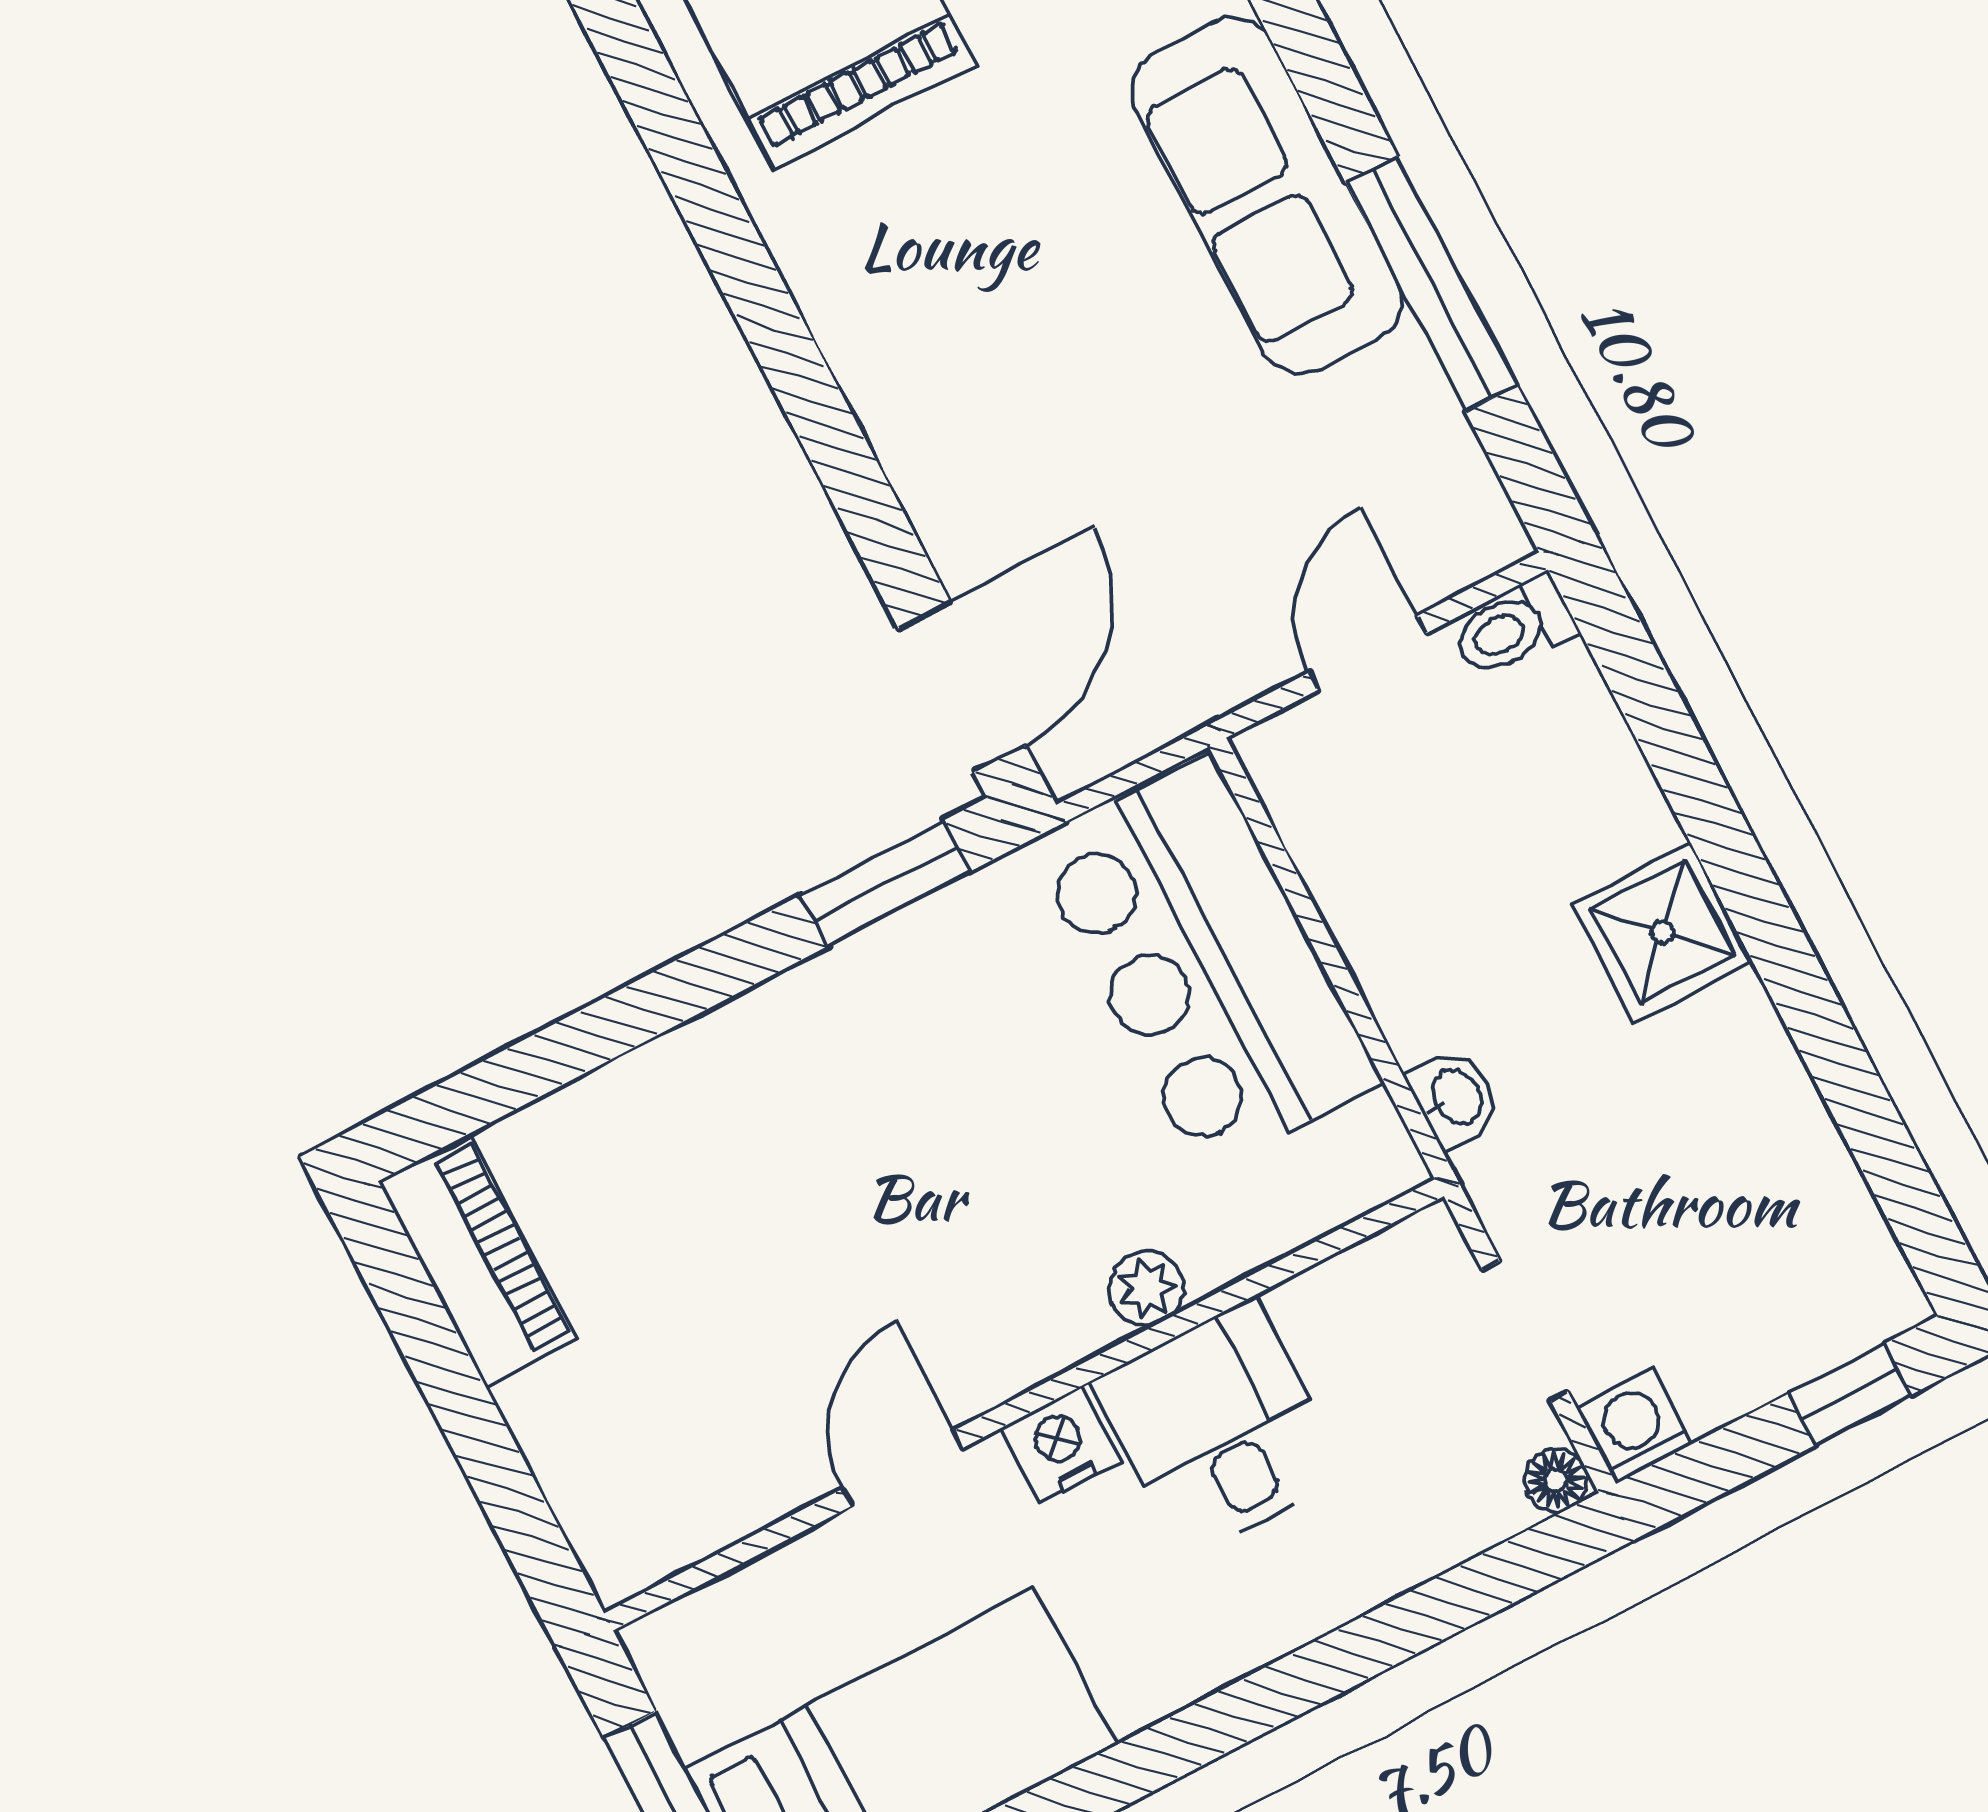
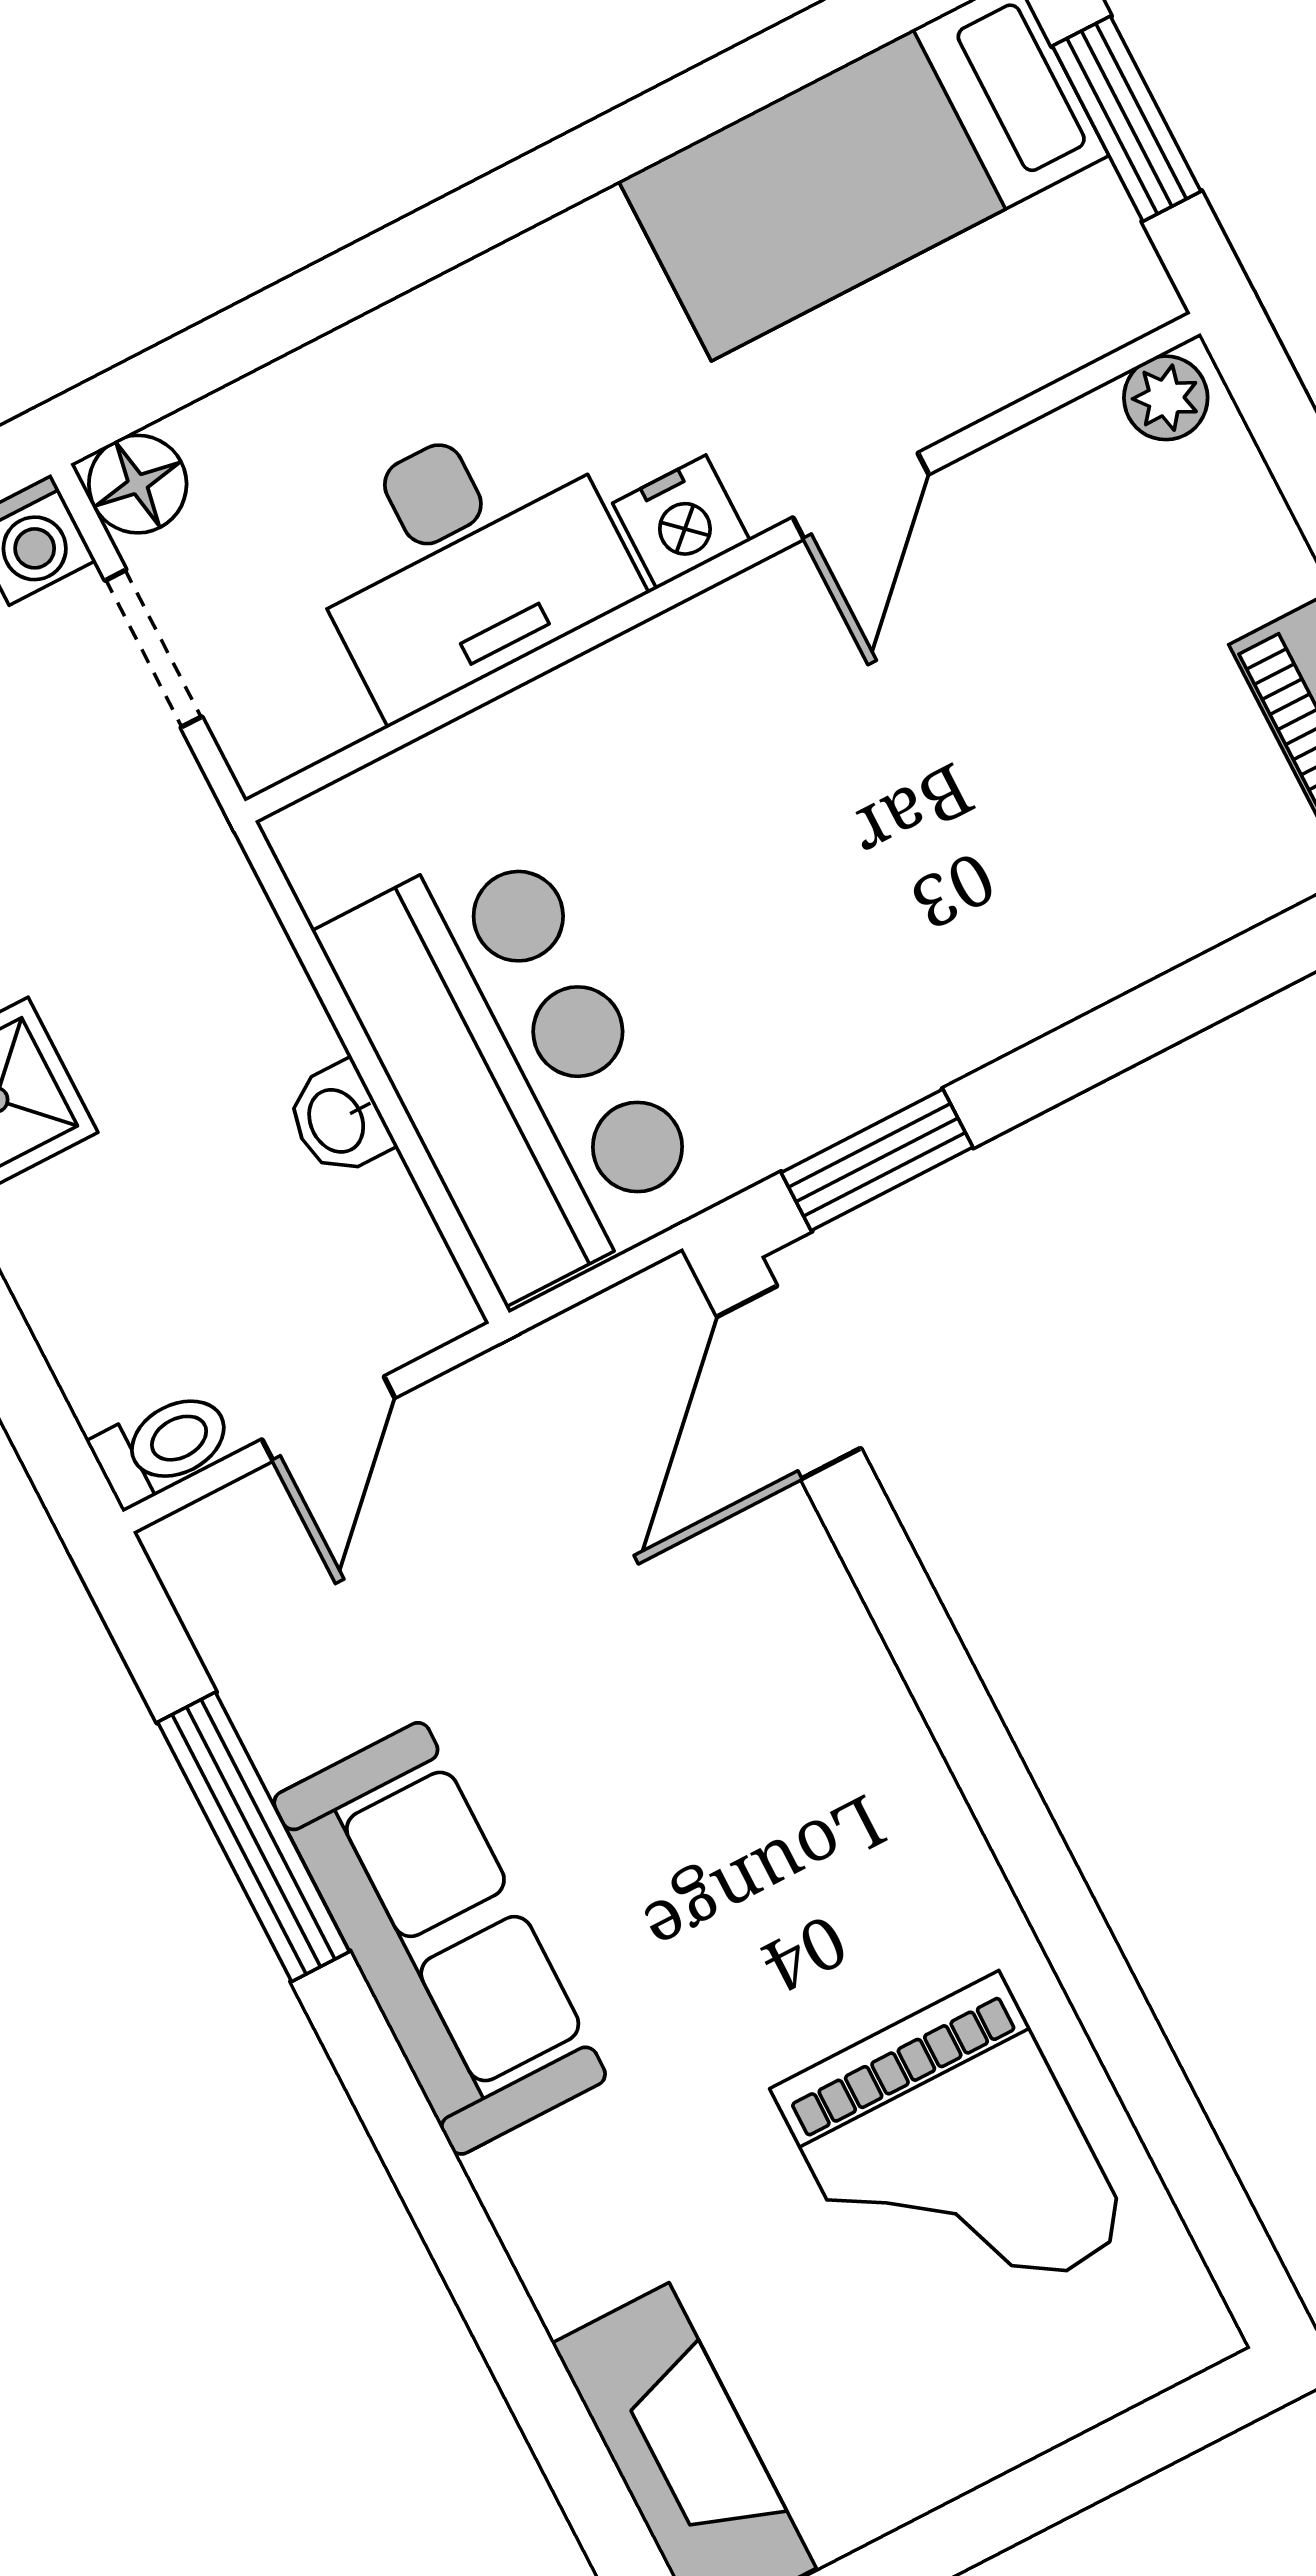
washbasin: (1455, 1098) -> (338, 1120), moved
plant: (1147, 1288) -> (1166, 398), moved
desk: (1219, 1428) -> (466, 558), width x1.37
floor lamp: (1556, 1480) -> (138, 484), width x1.37, depth x1.37

